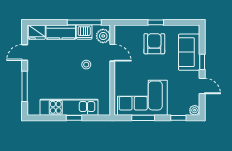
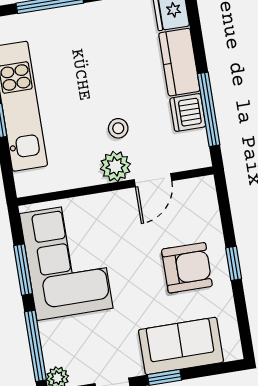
plant: (103, 36) -> (115, 166), moved
window: (178, 118) -> (35, 346), width x2.17

